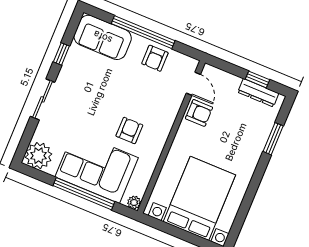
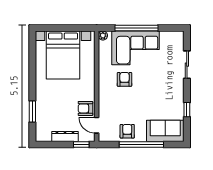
window: (257, 79) -> (81, 145), moved
dresser: (258, 93) -> (65, 136), moved
sliding door: (43, 99) -> (187, 65), moved
armchair: (129, 131) -> (124, 79), turned 180
plant: (39, 156) -> (175, 40), removed

